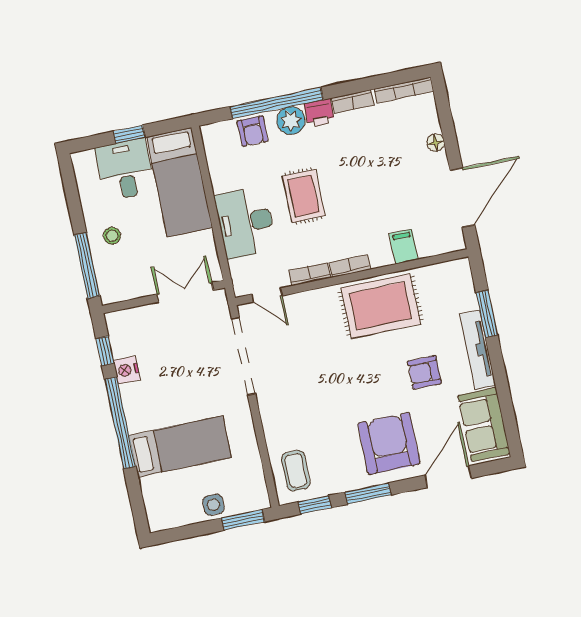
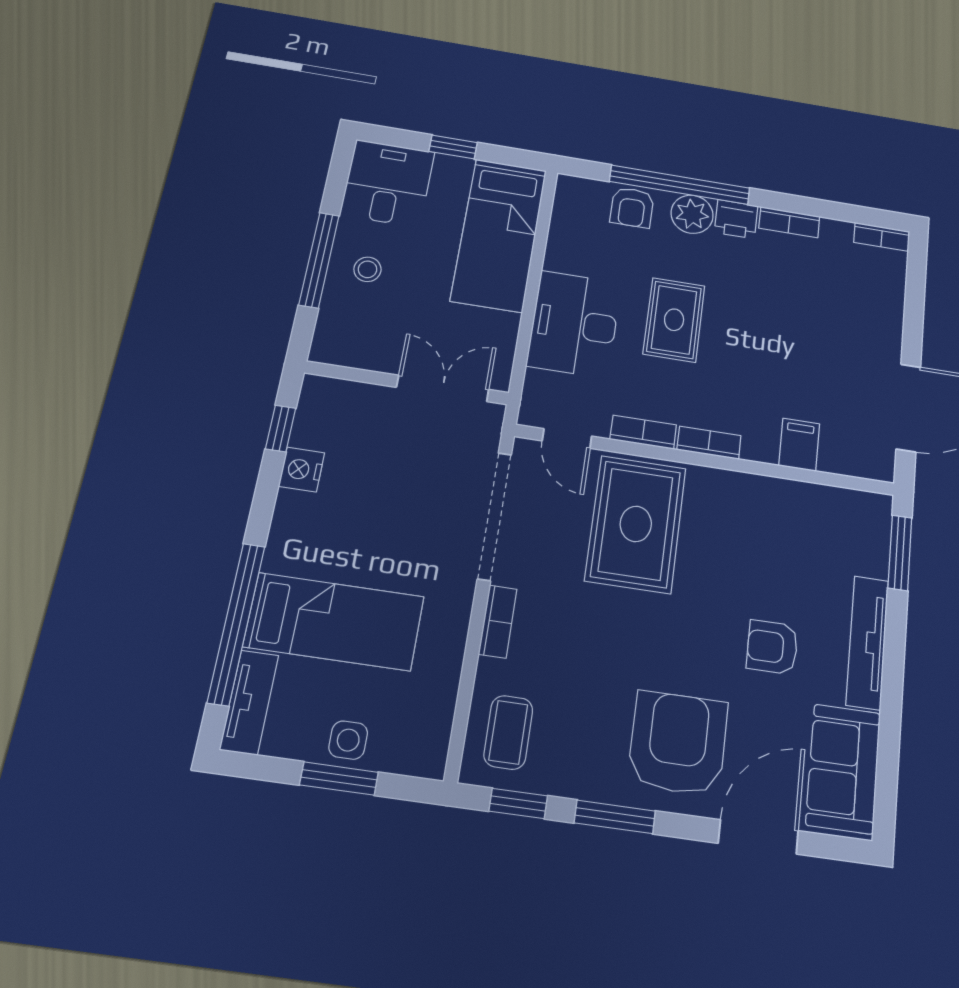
bookcase: (404, 90) -> (882, 237), width x0.64
floor lamp: (436, 143) -> (891, 319), removed
desk: (125, 170) -> (388, 183), moved
window: (87, 266) -> (319, 260), moved
rug: (381, 306) -> (636, 524), moved, turned 90
window: (487, 314) -> (900, 553), moved
bookcase: (268, 414) -> (498, 622), added
window: (120, 423) -> (236, 623), moved
tv unit: (154, 504) -> (249, 702), added
window: (243, 520) -> (339, 779), moved

